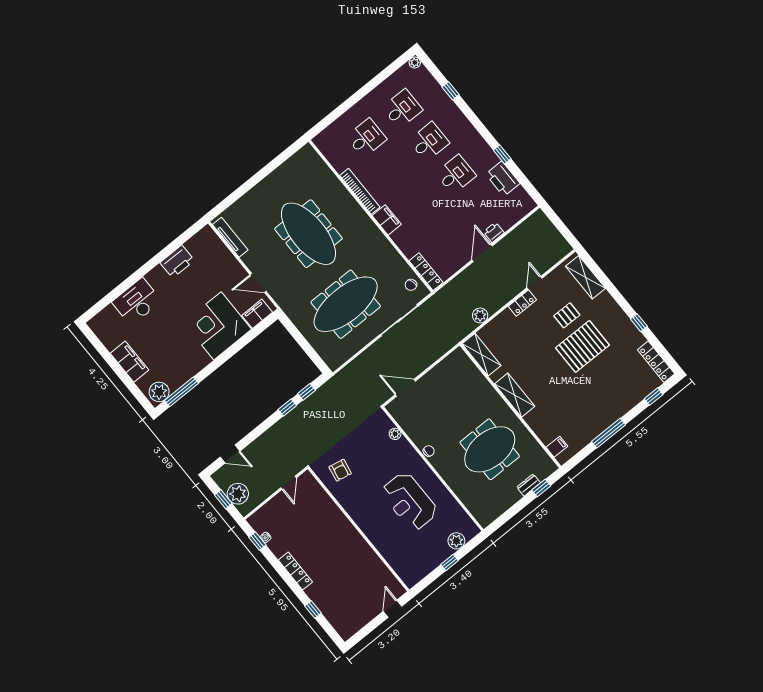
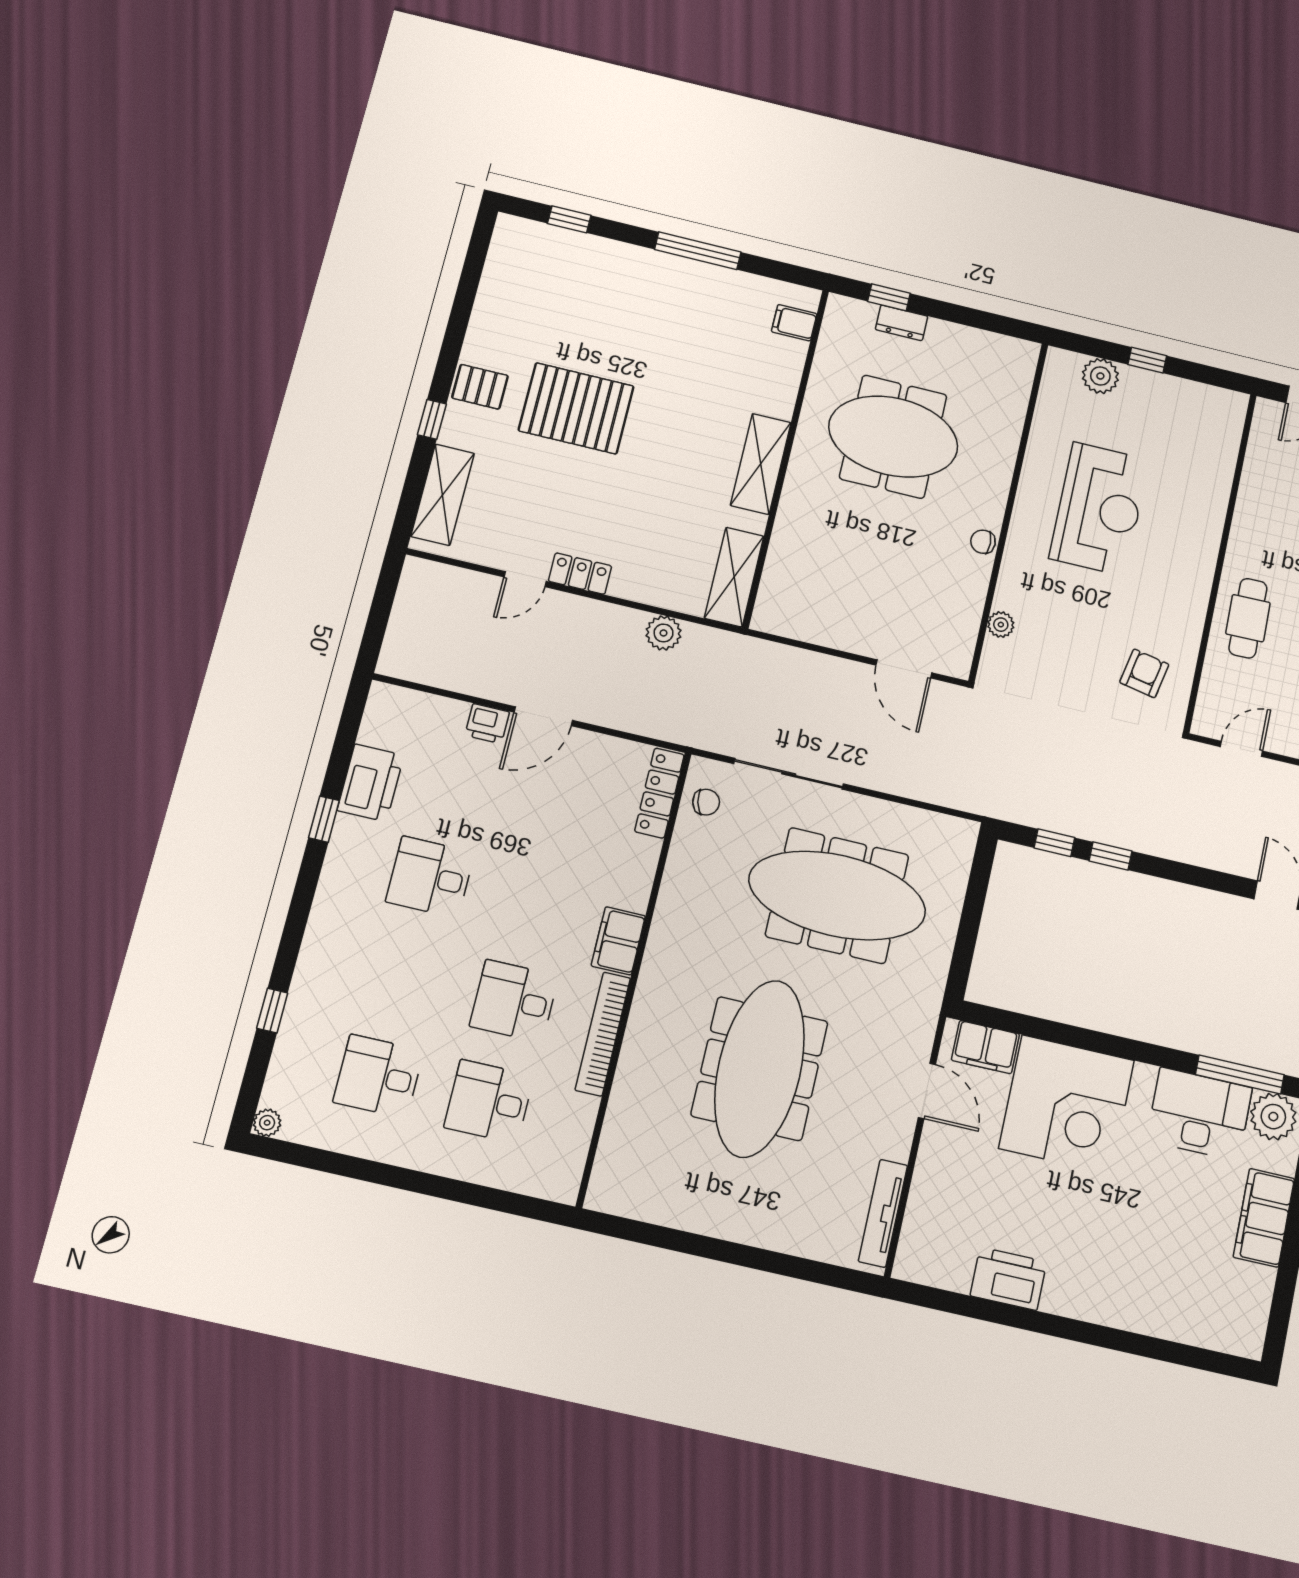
desk: (429, 142) -> (514, 1001), moved
desk: (137, 302) -> (1199, 1114), moved, turned 180
pallet: (567, 315) -> (480, 387), moved
window: (639, 323) -> (432, 419), moved
locker: (656, 362) -> (502, 259), removed
cafe table: (331, 523) -> (1248, 618), added

